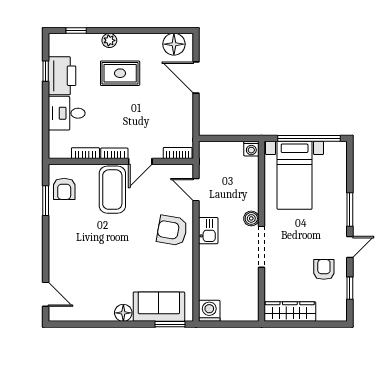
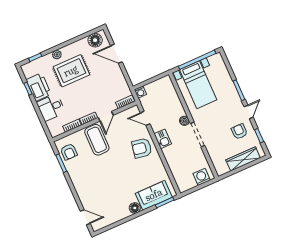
rug: (120, 73) -> (71, 71), width x1.36, depth x1.43
washing machine: (251, 149) -> (140, 92), moved
washing machine: (209, 311) -> (202, 177), moved
wardrobe: (290, 312) -> (243, 159), moved

